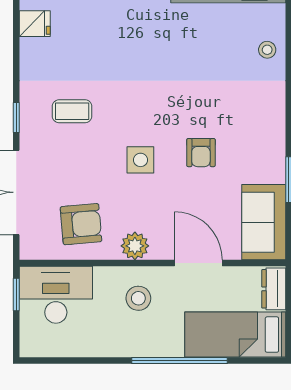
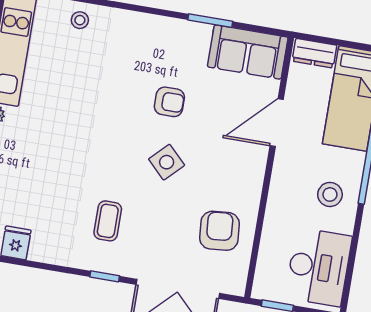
side table: (140, 160) -> (167, 162), turned 45
plant: (135, 246) -> (250, 182), removed
desk: (56, 295) -> (319, 267), moved, turned 180
stool: (138, 298) -> (330, 194), moved

